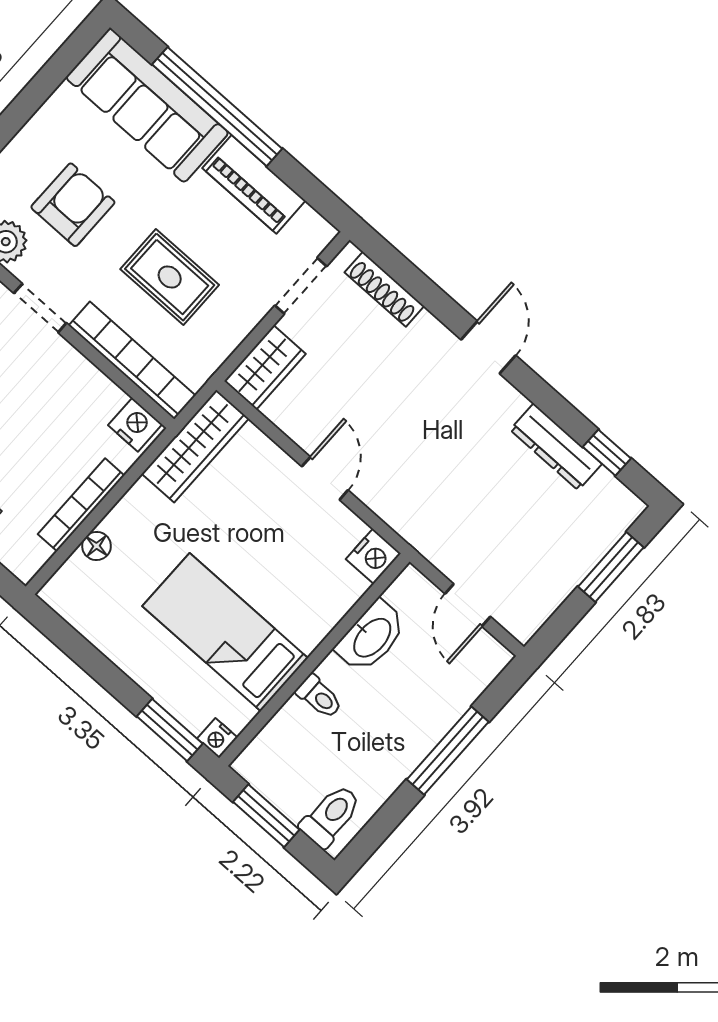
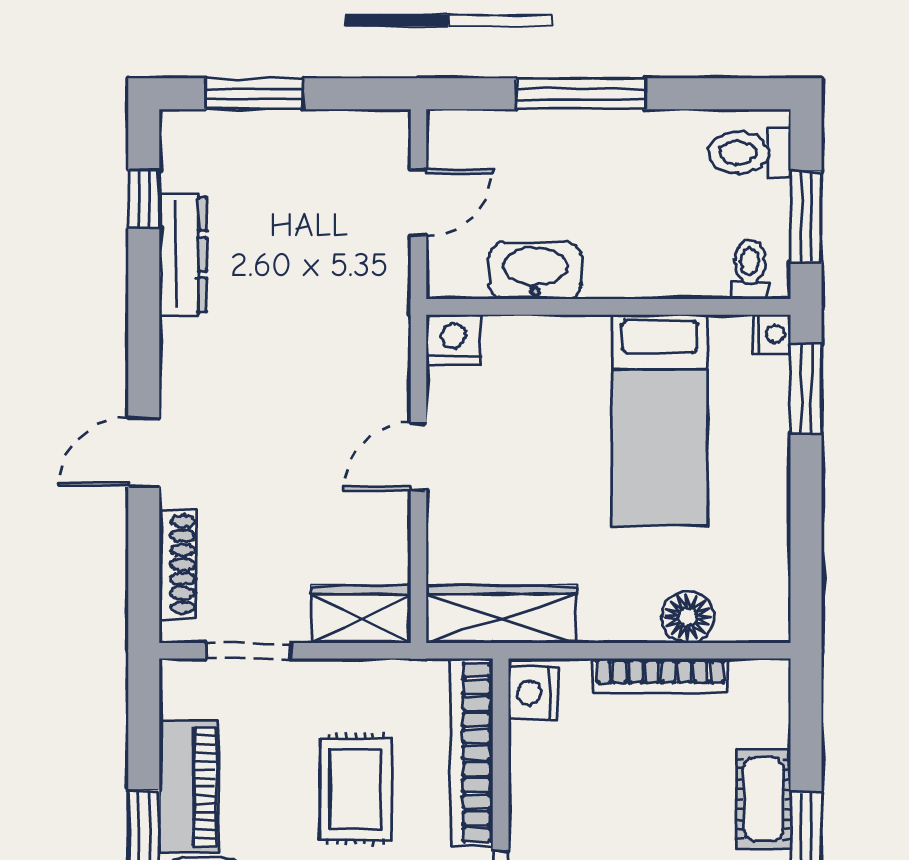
door: (488, 347) -> (144, 452), moved
floor lamp: (97, 546) -> (688, 617), width x1.37, depth x1.37
toilet: (319, 697) -> (750, 269), moved

